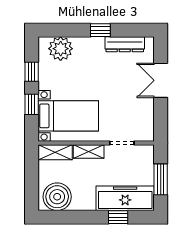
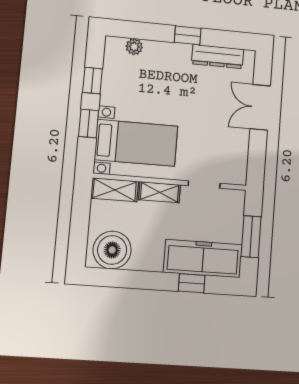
plant: (61, 49) -> (134, 47), width x0.53, depth x0.53

